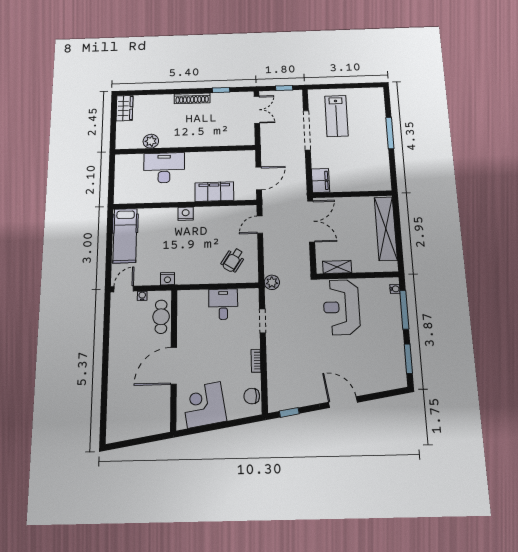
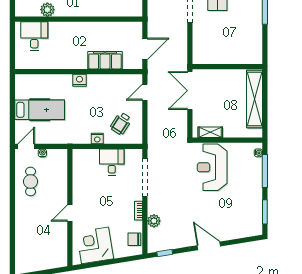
desk: (164, 168) -> (34, 36), moved, width x0.73
filing cabinet: (320, 181) -> (200, 53), removed
double door: (311, 221) -> (190, 91), swing flipped
hospital bed: (125, 236) -> (40, 110), moved, turned -90
nightstand: (167, 279) -> (97, 139), moved
plant: (272, 282) -> (154, 221), moved
cafe table: (161, 317) -> (31, 181), moved
doorway: (262, 321) -> (145, 177), width x1.88
door: (174, 366) -> (70, 213), width x0.53

